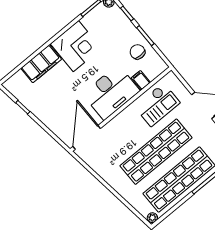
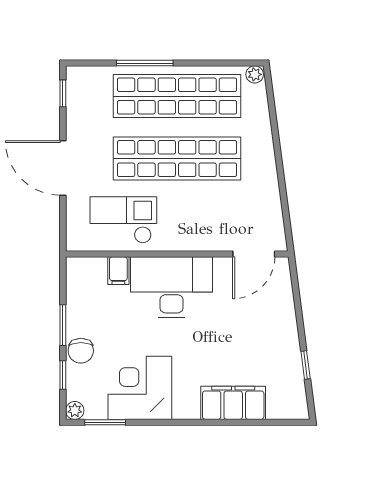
corner desk: (76, 46) -> (140, 388), moved
chair: (137, 52) -> (81, 351), moved
door: (87, 137) -> (254, 254), width x0.73

